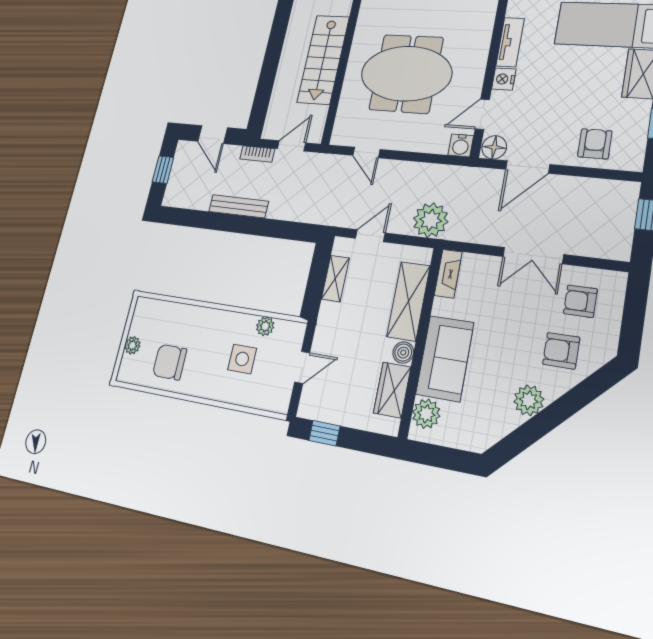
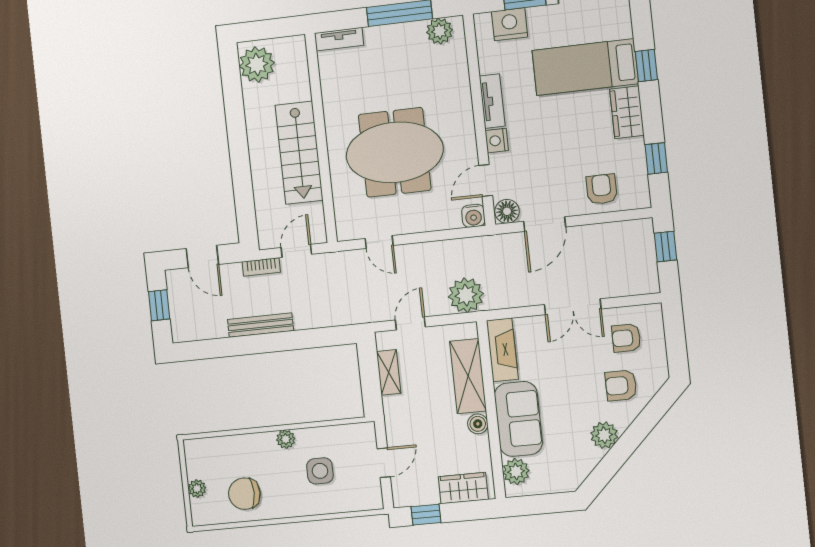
fireplace: (448, 274) -> (502, 350), width x1.37, depth x1.32
plant: (265, 326) -> (286, 439), moved
wardrobe: (392, 390) -> (463, 488), moved, turned 90

